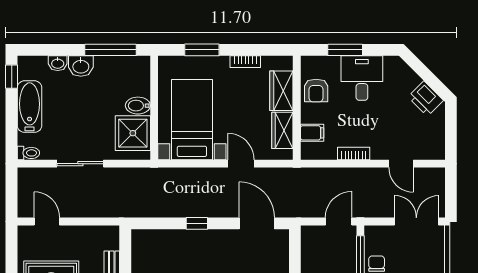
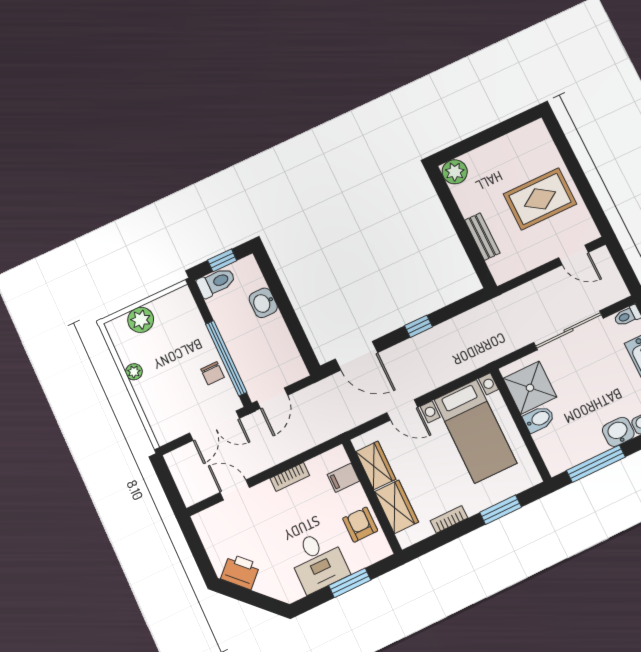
sliding door: (80, 164) -> (569, 330), width x1.37
double door: (416, 221) -> (215, 426), moved

